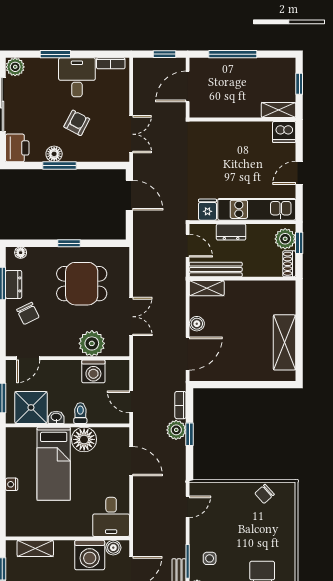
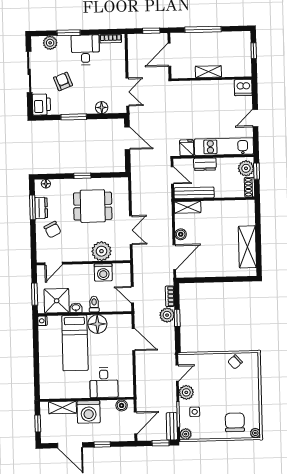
plant: (15, 67) -> (50, 43), moved
shelving: (278, 110) -> (208, 72), moved
armchair: (77, 123) -> (63, 81), moved, turned -49
floor lamp: (54, 154) -> (102, 108), moved
nightstand: (12, 484) -> (42, 321), moved
desk: (111, 517) -> (104, 383), moved
plant: (199, 532) -> (186, 392), added
washing machine: (90, 555) -> (89, 412), moved

